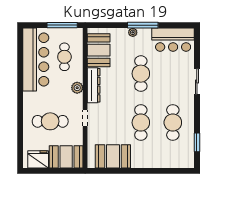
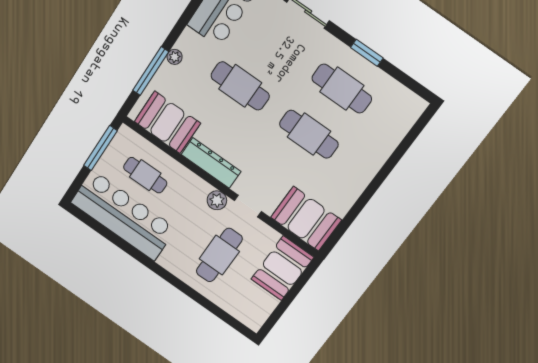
window: (143, 25) -> (151, 71), moved
plant: (77, 88) -> (217, 200), moved
window: (197, 142) -> (367, 53), moved
booth: (113, 156) -> (306, 219), moved, turned 90
fridge: (38, 159) -> (259, 306), removed

